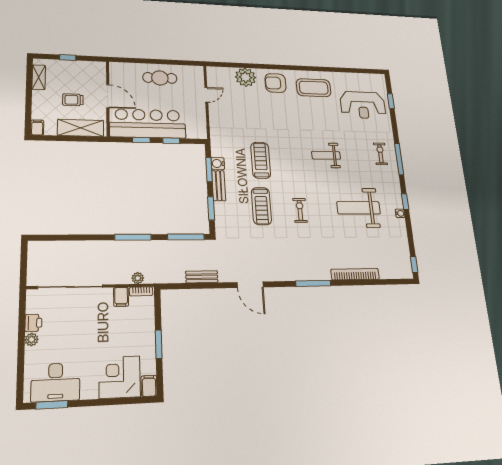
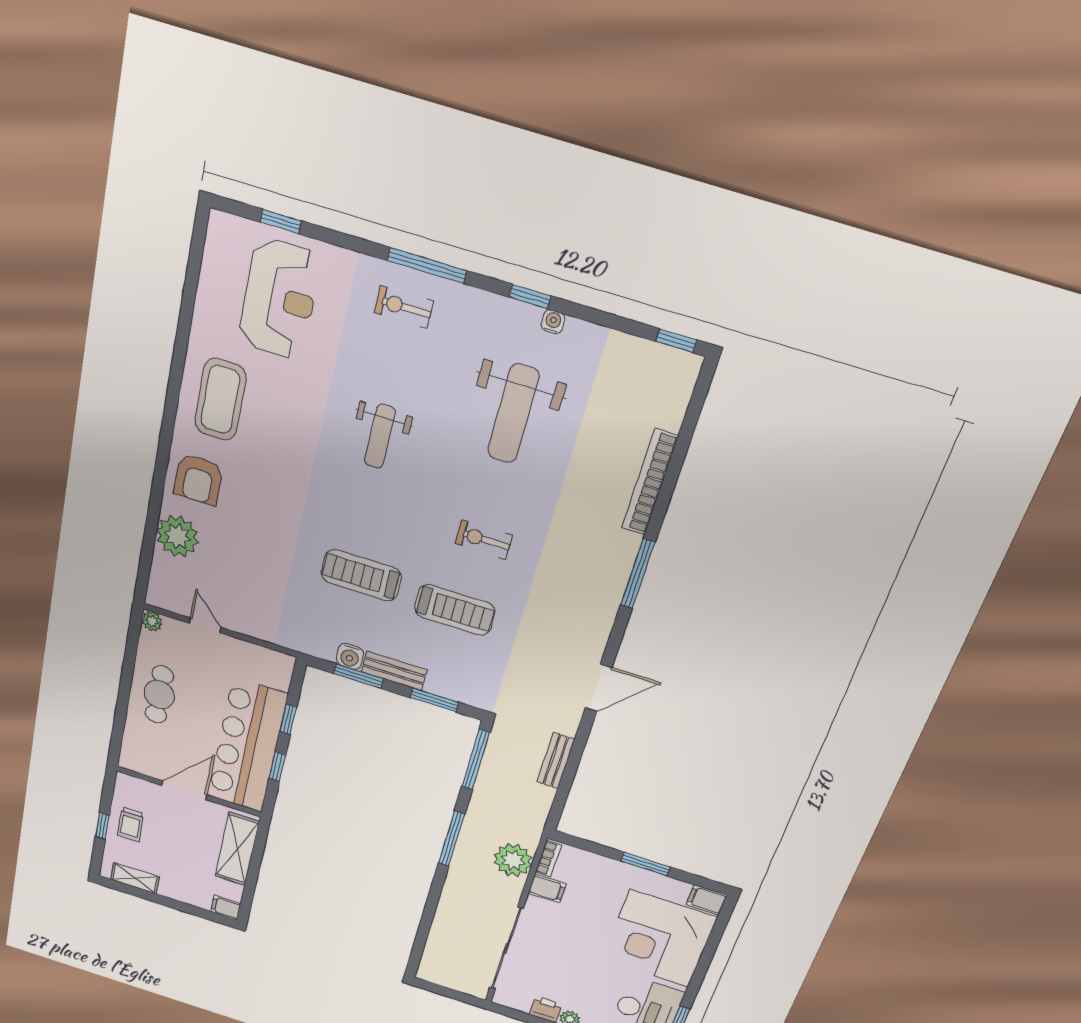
plant: (198, 71) -> (152, 621), added
trolley: (73, 100) -> (131, 824), moved
plant: (138, 278) -> (513, 860), width x1.87, depth x1.87
corner desk: (120, 377) -> (659, 939), width x1.36, depth x1.36

